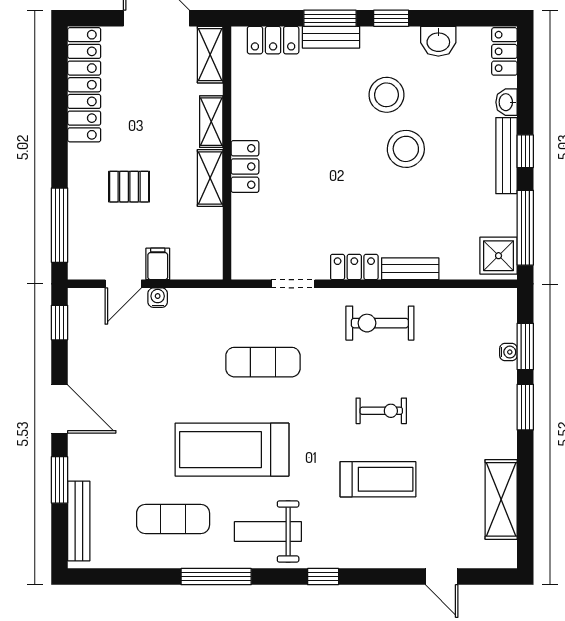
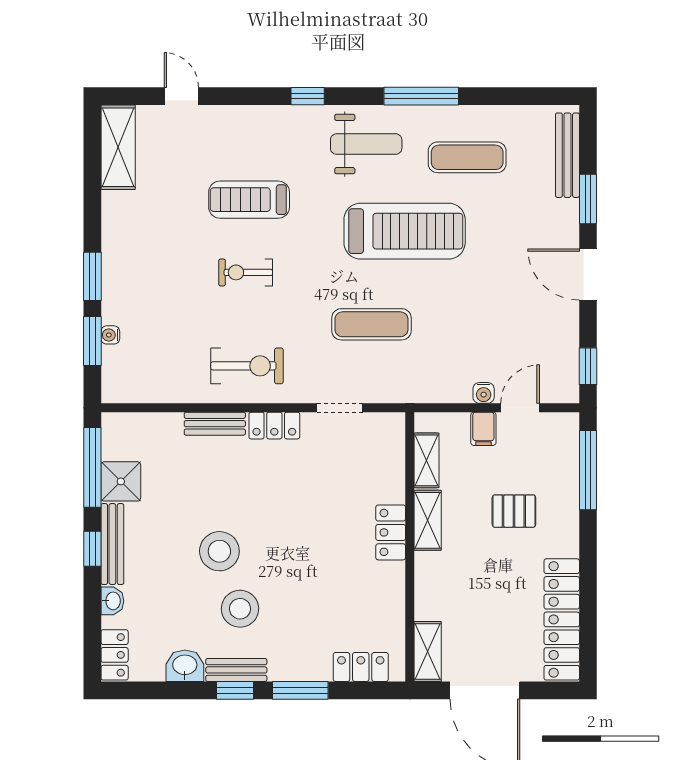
bench: (331, 37) -> (236, 670), moved
shelving: (211, 122) -> (426, 460), moved
shower: (499, 256) -> (121, 481), moved
shelving: (501, 499) -> (118, 147), moved

